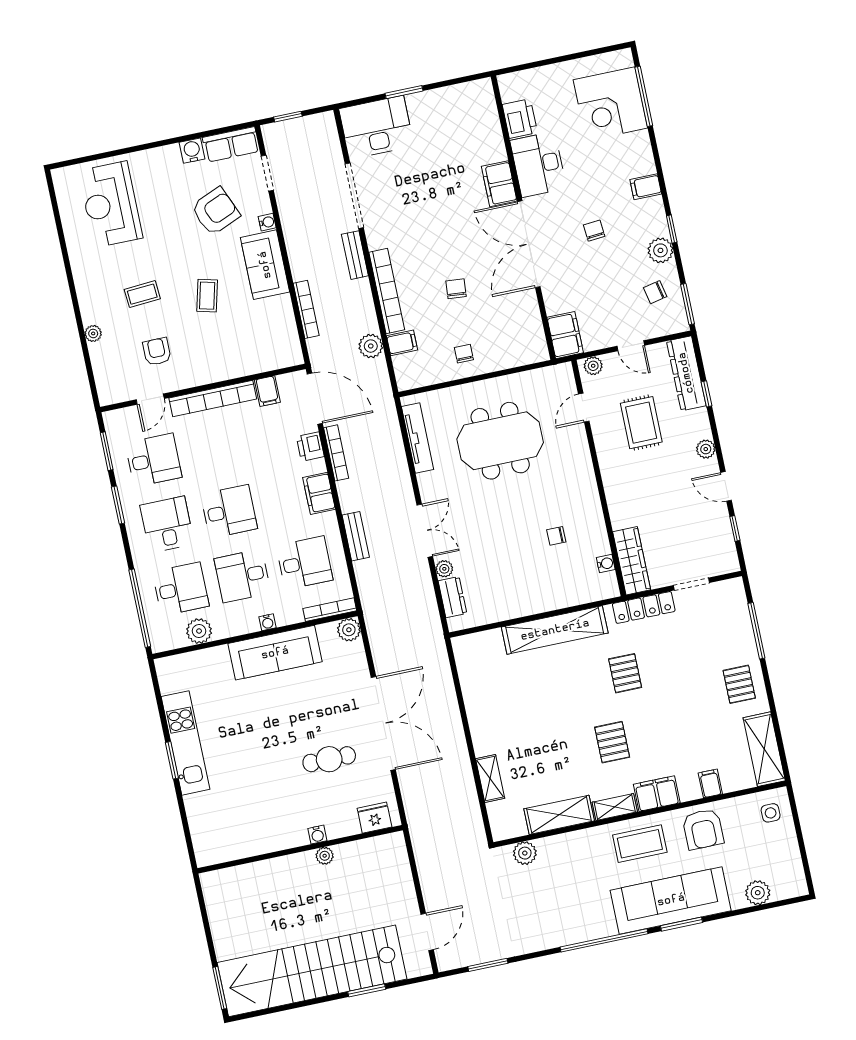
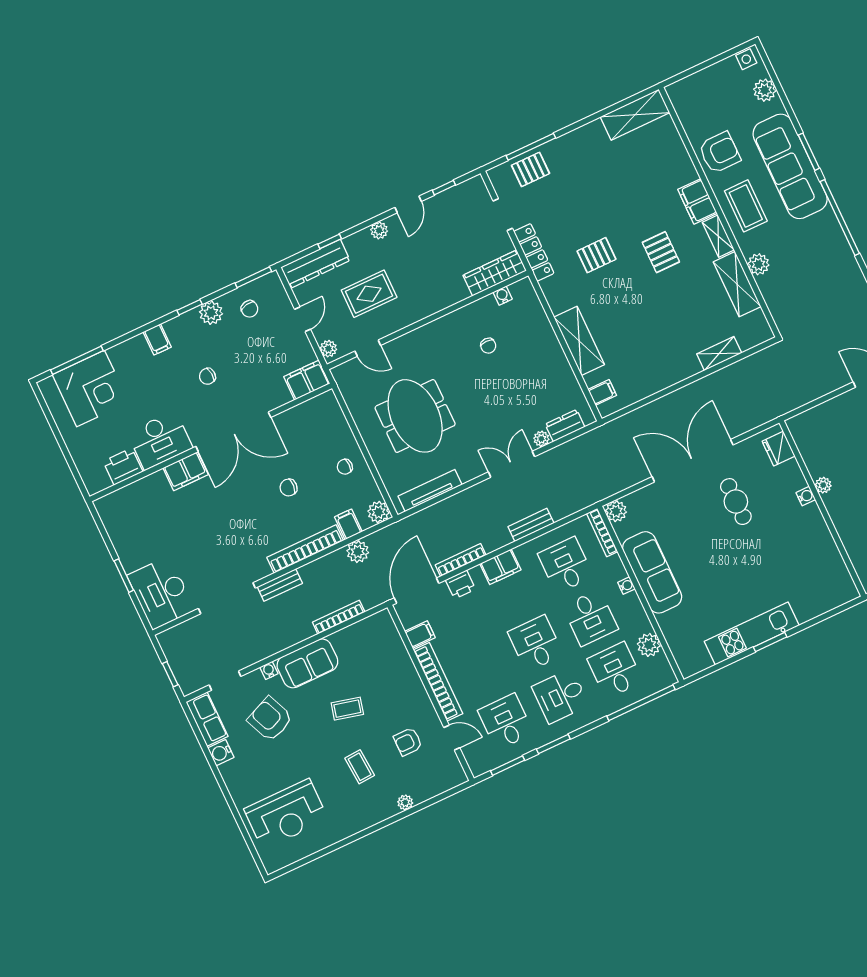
plant: (407, 378) -> (379, 512), added
shelving: (555, 630) -> (579, 341), width x0.68
pallet: (739, 684) -> (530, 169), moved
pallet: (612, 742) -> (661, 252), turned 90
filing cabinet: (710, 783) -> (602, 392), moved, turned 180
side table: (771, 813) -> (746, 59), moved
plant: (525, 853) -> (758, 264), moved

